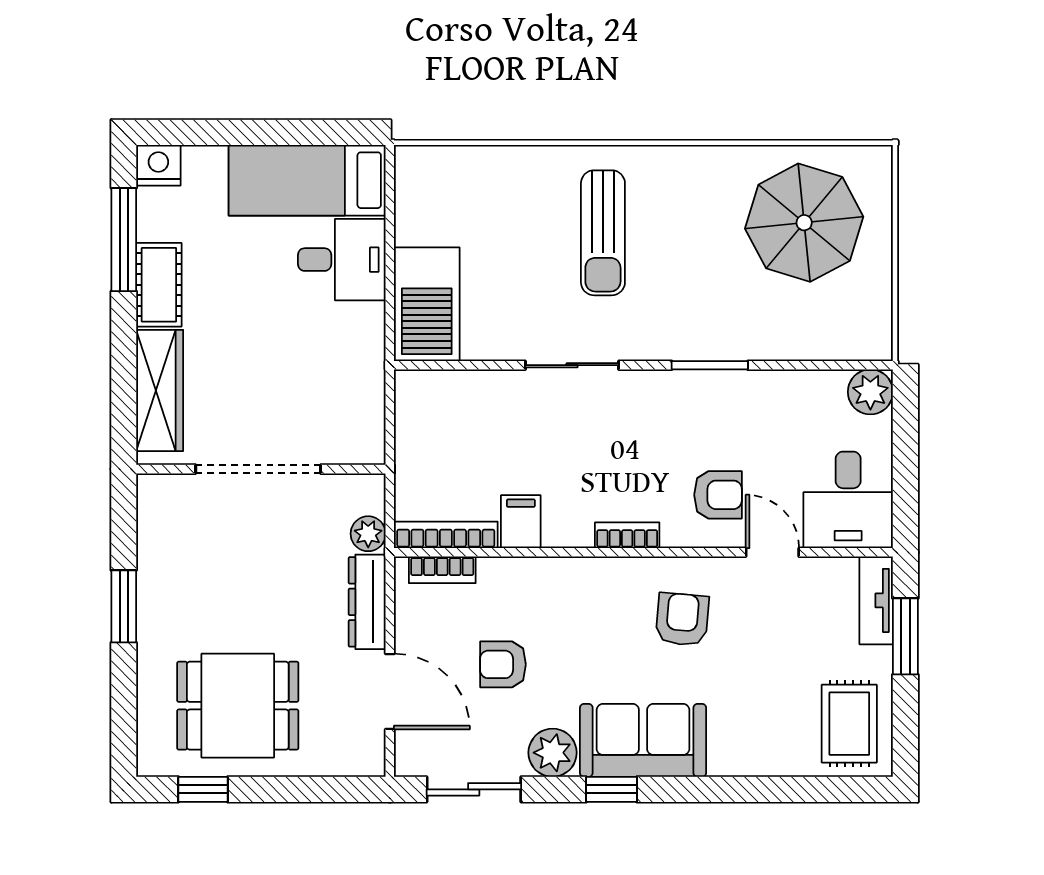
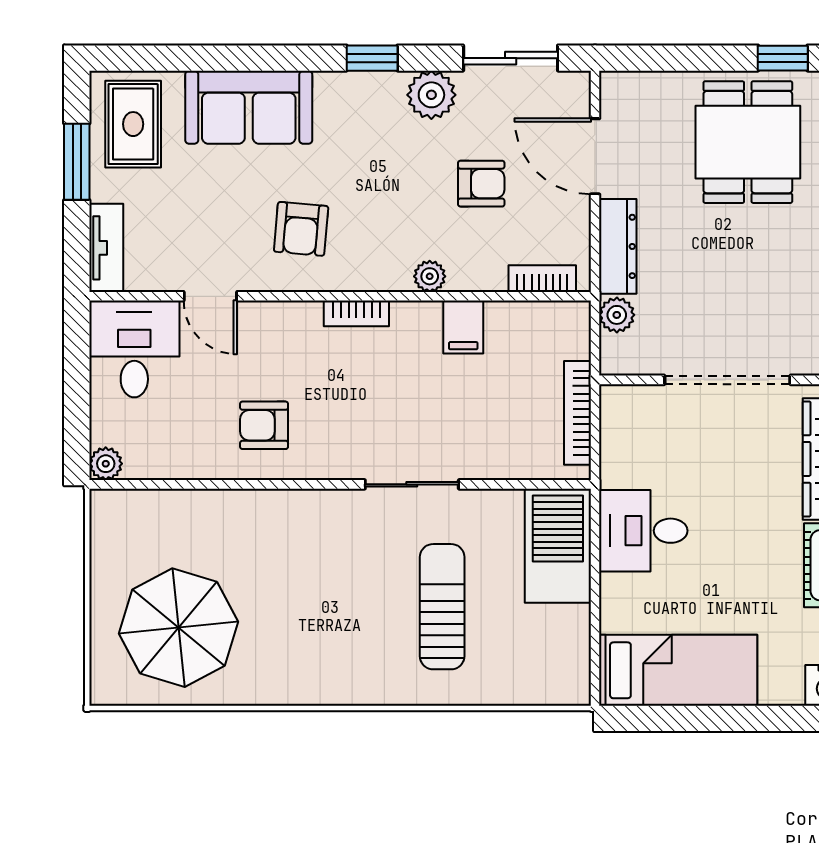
sun lounger: (603, 233) -> (442, 607), moved
desk: (342, 260) -> (643, 531), moved
window: (710, 365) -> (273, 484), removed
plant: (870, 392) -> (106, 464), width x0.73, depth x0.73
armchair: (718, 495) -> (264, 425), moved
bookcase: (446, 535) -> (577, 413), moved, turned 90
plant: (554, 572) -> (430, 276), added
window: (905, 636) -> (77, 162), moved
dining table: (238, 706) -> (748, 142), turned 90
sofa: (643, 740) -> (249, 107), moved

